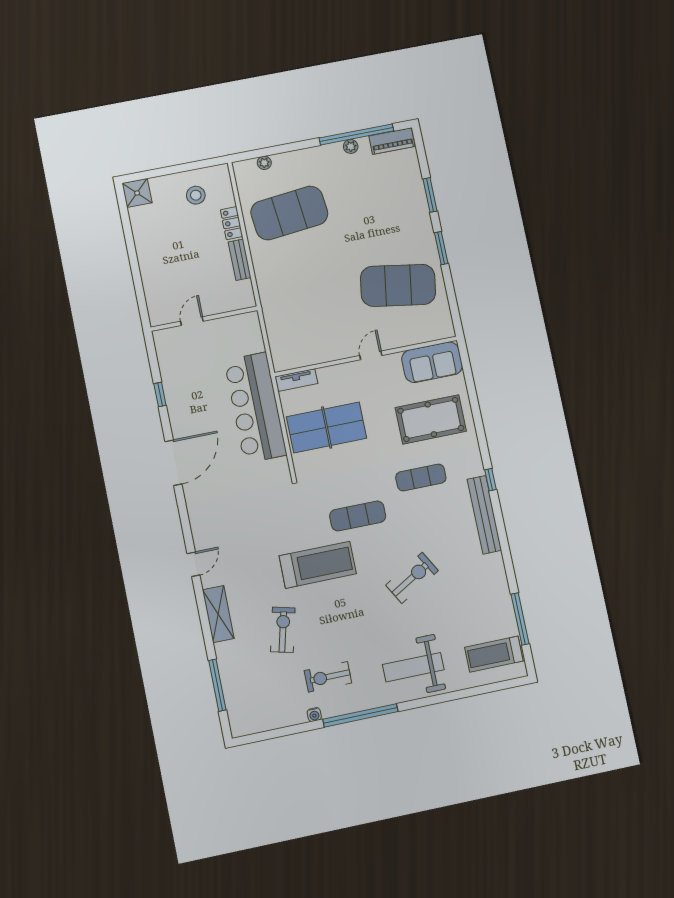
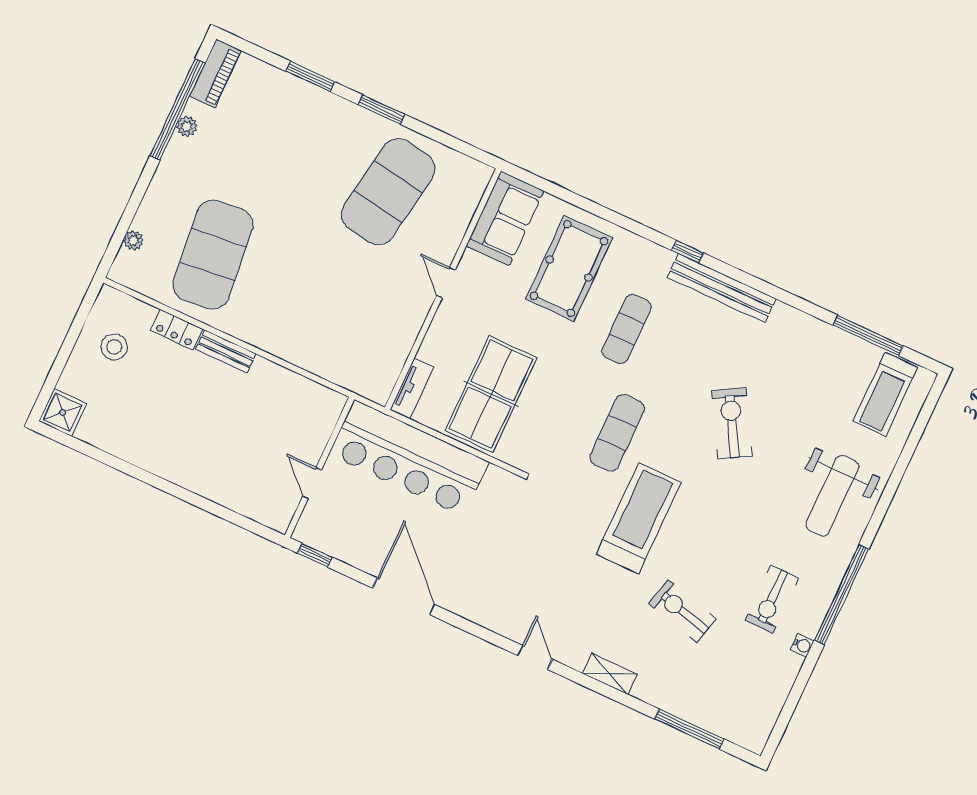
wall: (204, 319) -> (319, 467), moved
door: (192, 321) -> (312, 483), moved
shelving: (218, 614) -> (610, 674), width x0.67, depth x0.75

